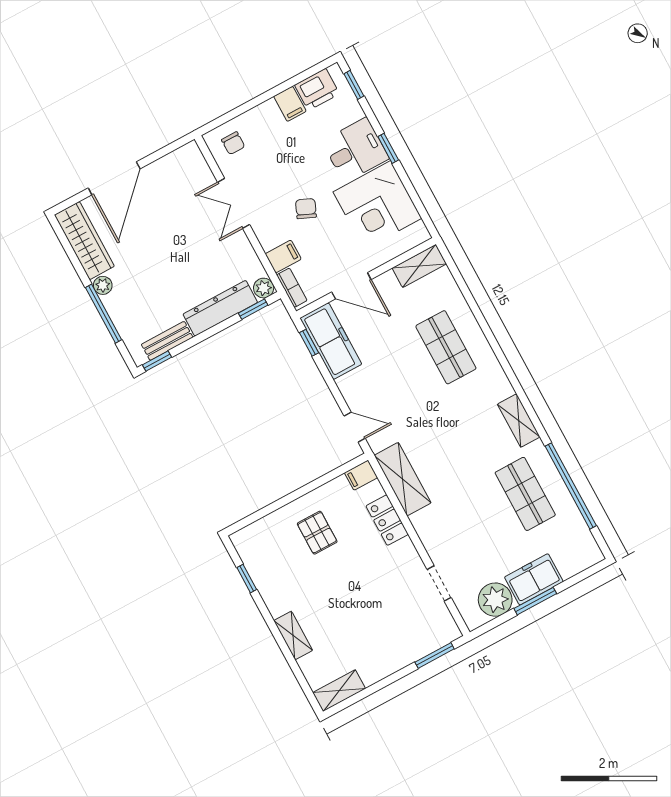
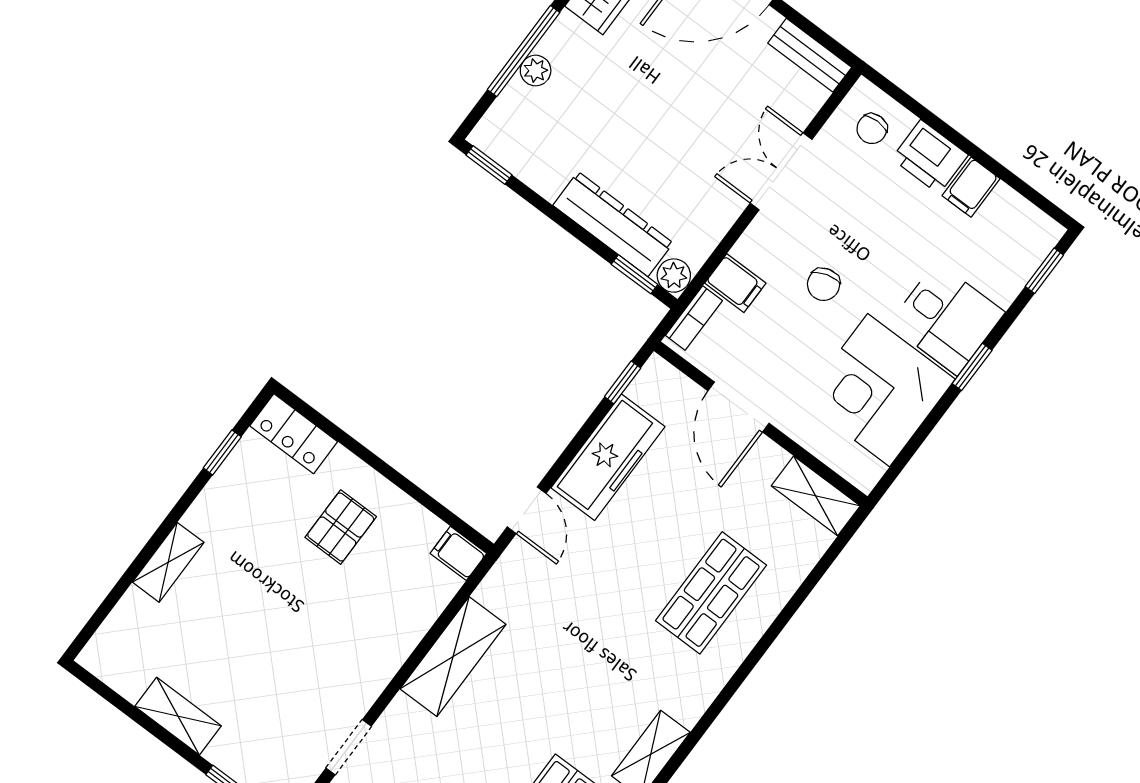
printer: (317, 89) -> (930, 157), moved
chair: (306, 209) -> (824, 284), turned 141
plant: (103, 285) -> (536, 71), moved
bench: (167, 341) -> (810, 55), moved
freezer: (331, 341) -> (608, 457), moved
shelving: (403, 479) -> (453, 657), moved
locker: (387, 520) -> (294, 434), moved, turned -90
shelving: (339, 691) -> (178, 716), moved

